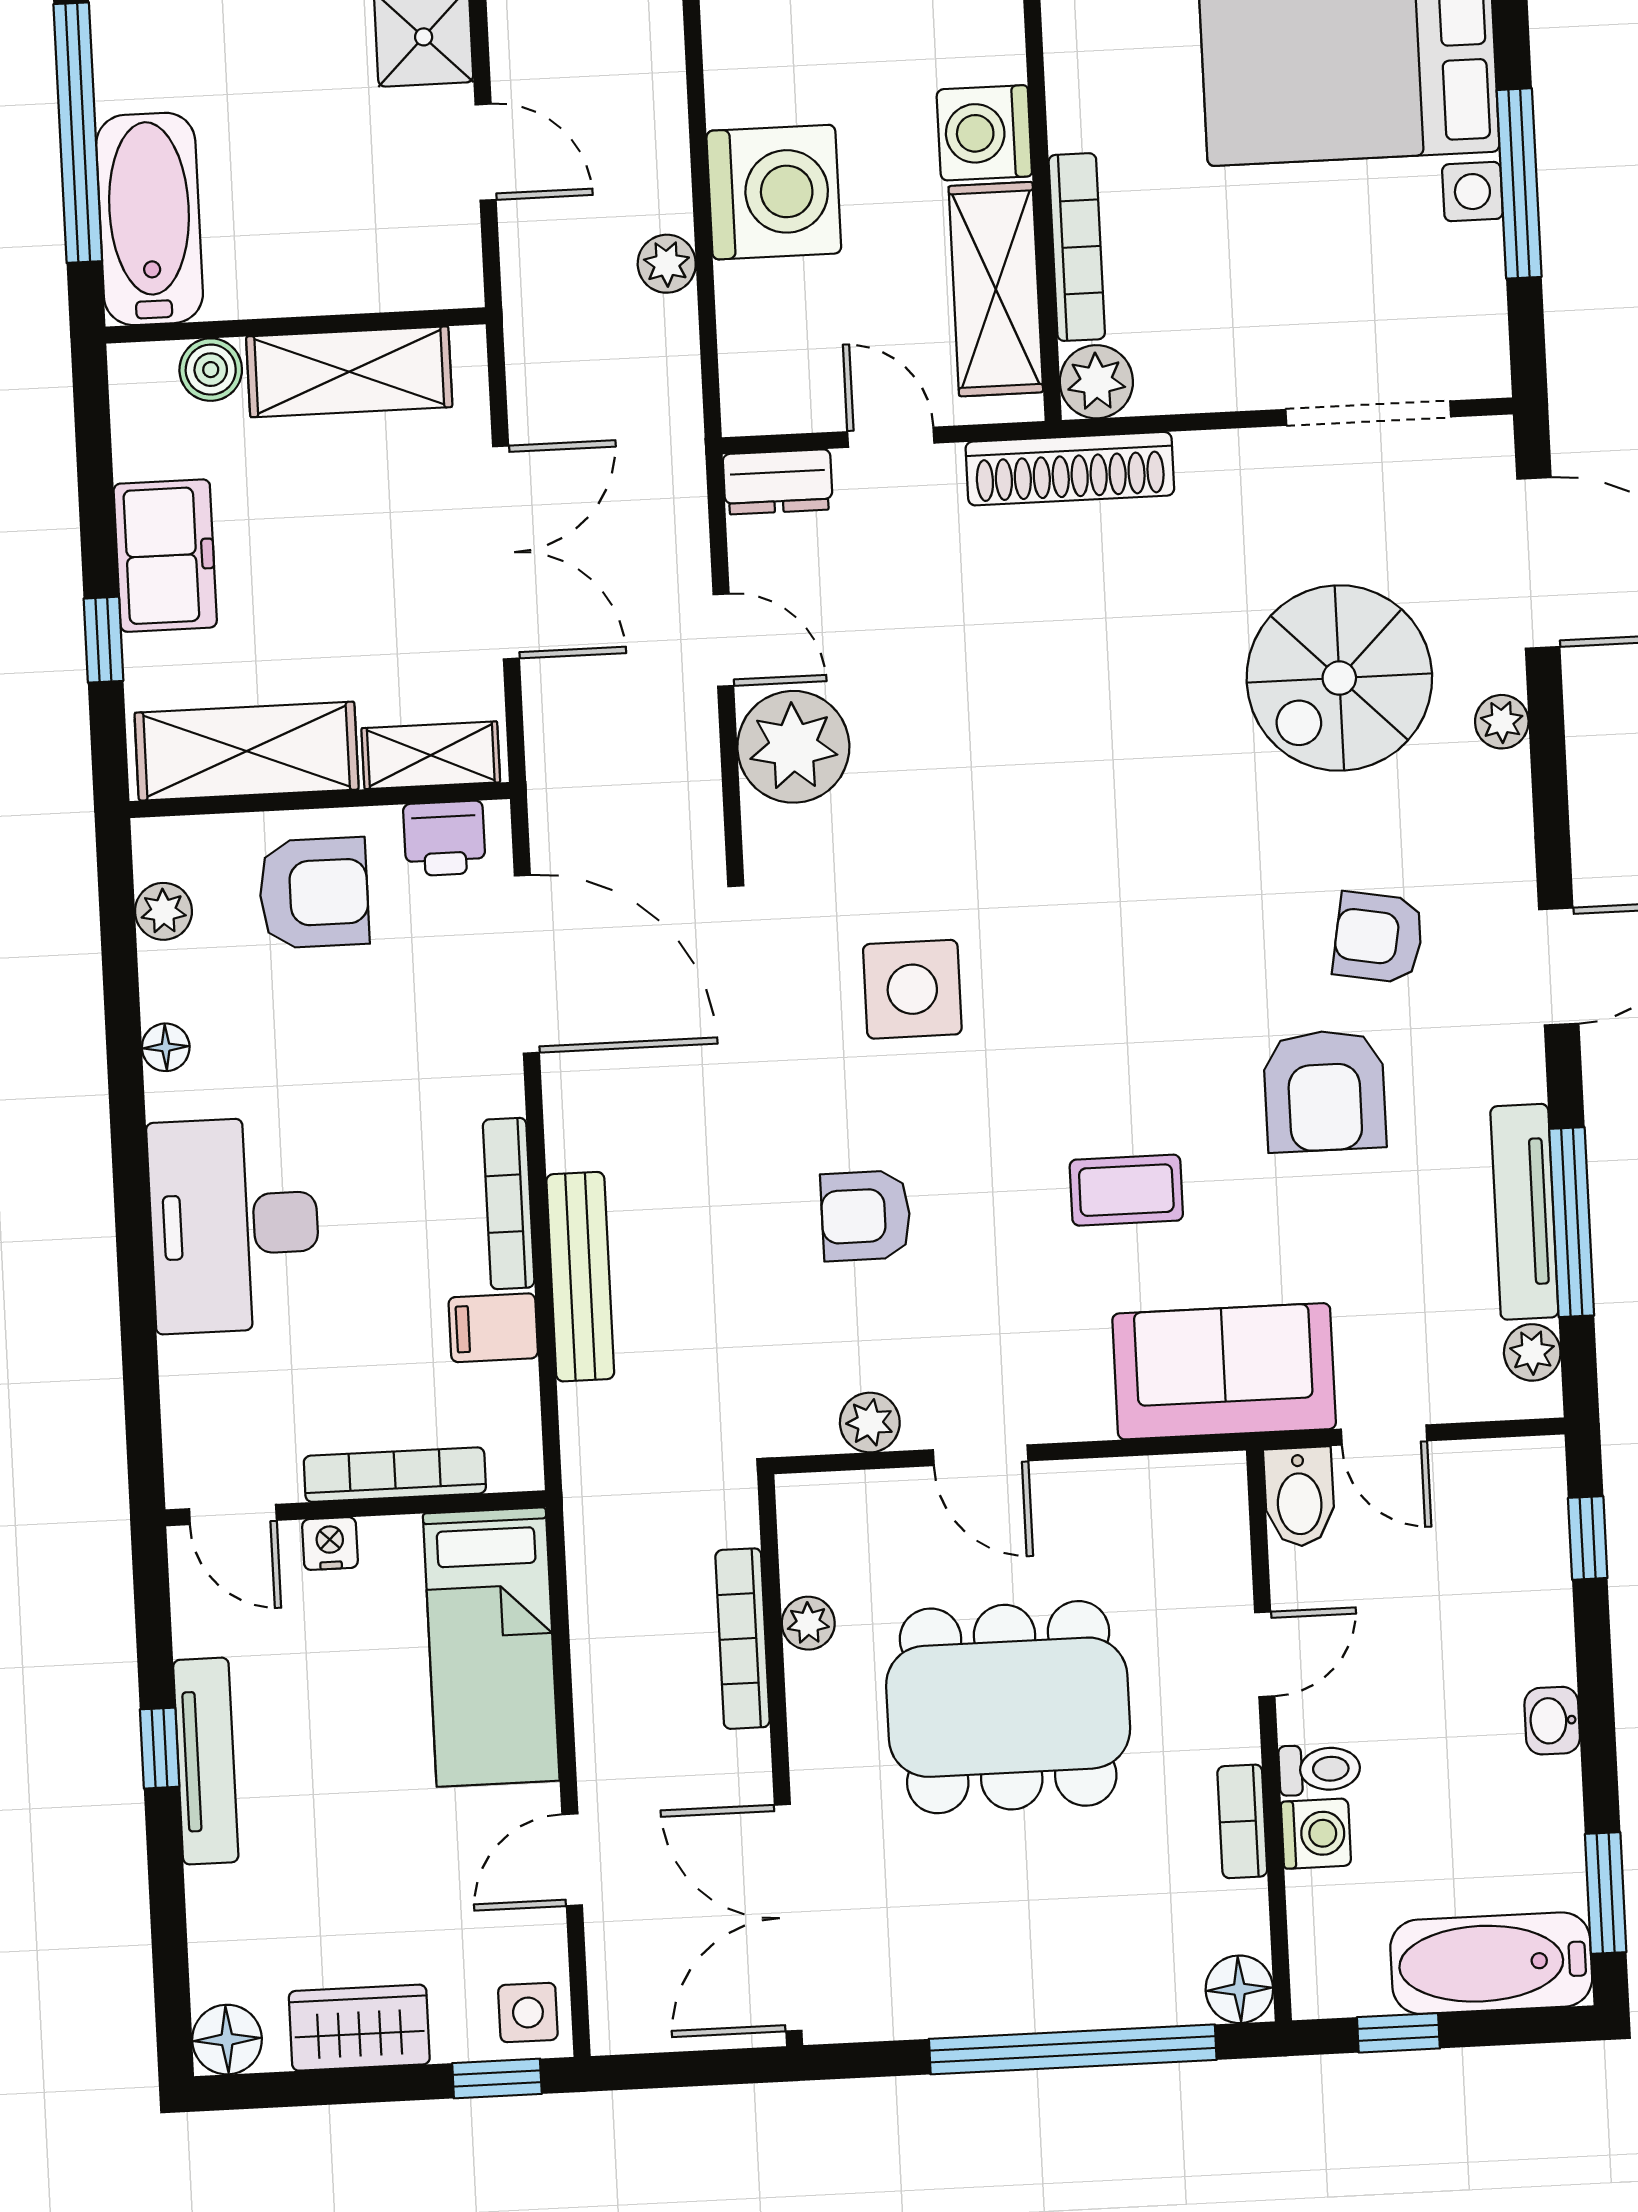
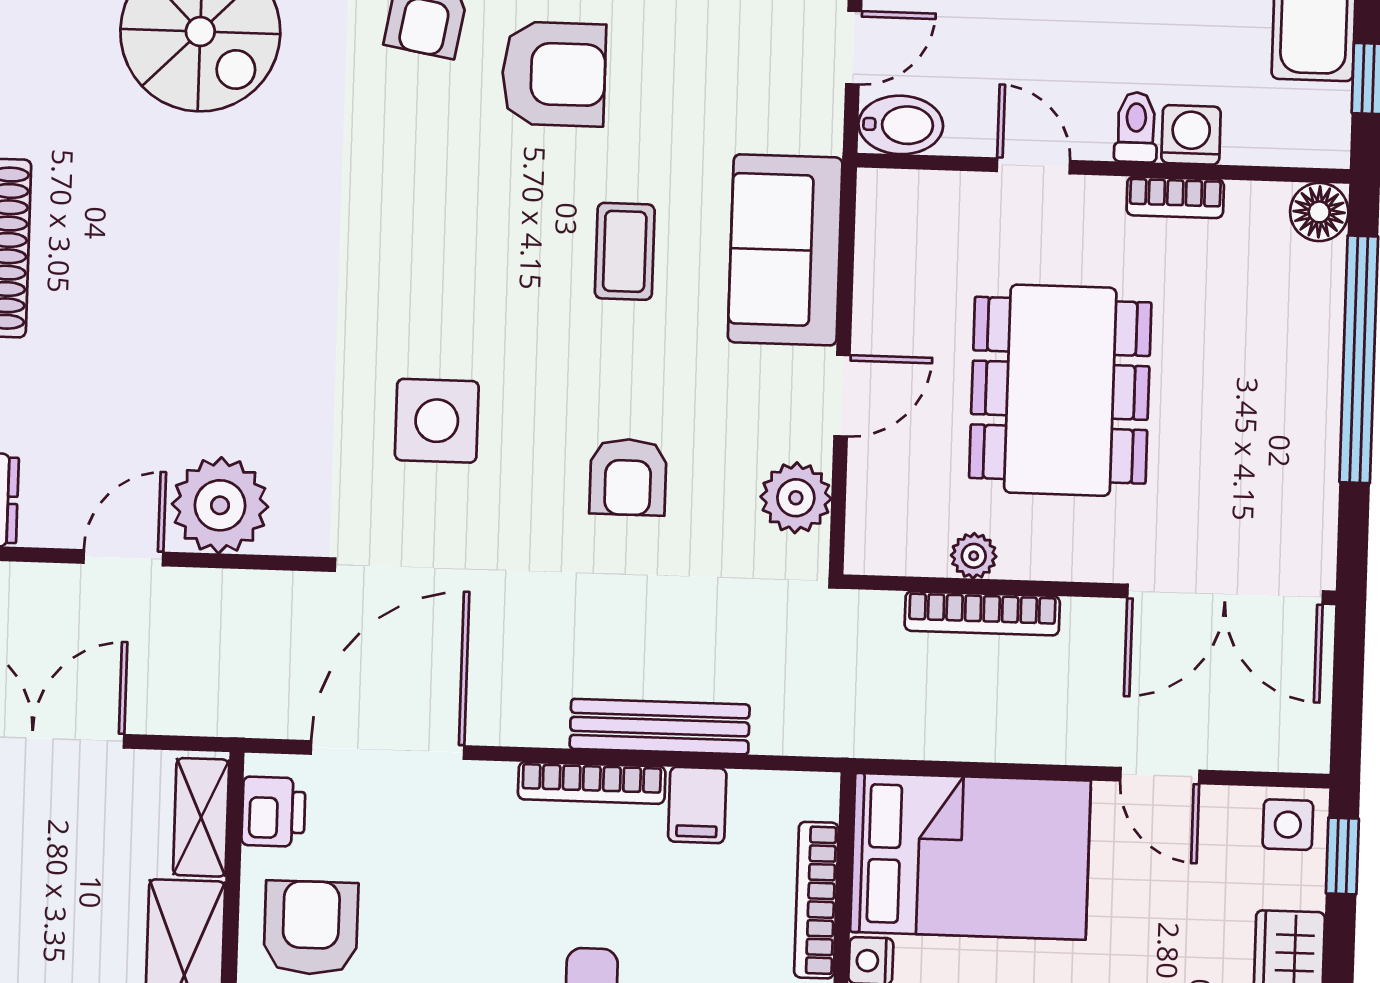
sofa: (1224, 1371) -> (785, 250), moved
plant: (870, 1423) -> (796, 498), width x1.38, depth x1.38
bed: (491, 1647) -> (970, 856), width x1.50

